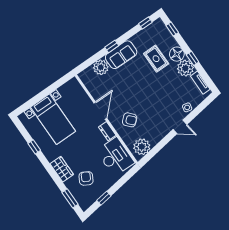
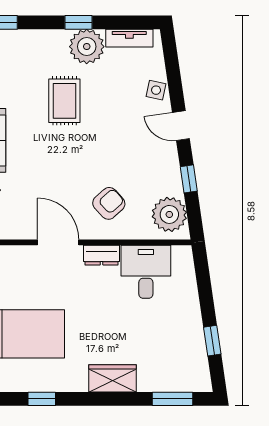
floor lamp: (177, 54) -> (53, 44), removed
rug: (156, 59) -> (64, 101), moved, turned 90
door: (180, 127) -> (181, 126), swing flipped
window: (161, 145) -> (189, 179), added
desk: (115, 157) -> (146, 272), width x0.73
armchair: (86, 178) -> (157, 348), removed

